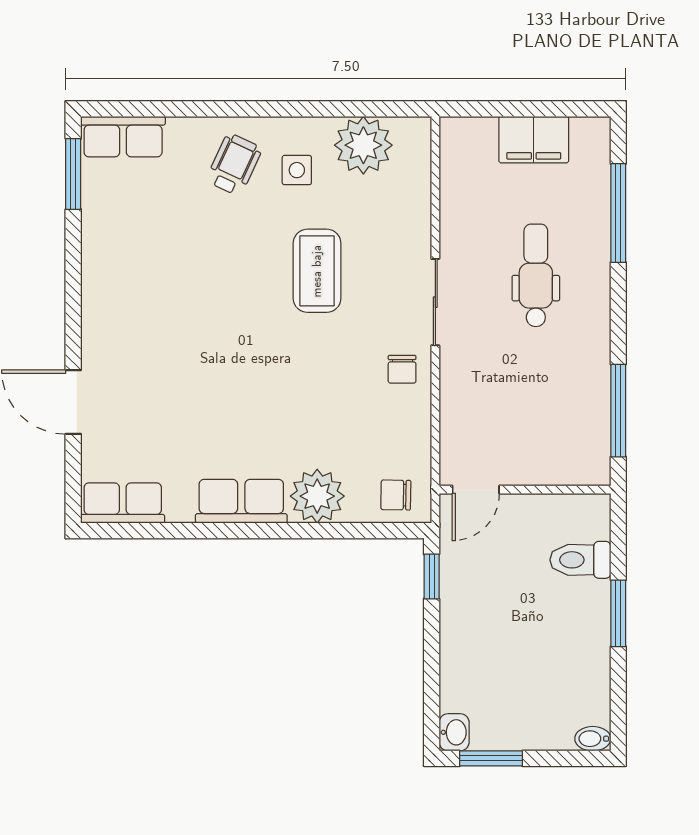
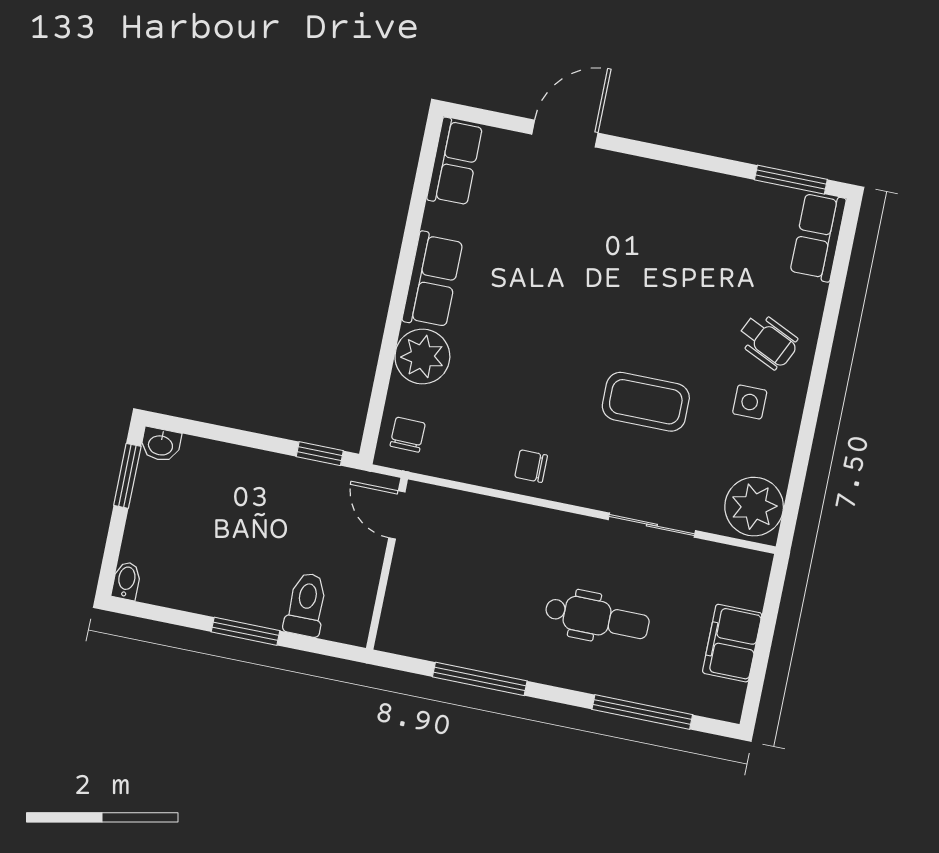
plant: (363, 145) -> (754, 507), moved
sliding door: (435, 302) -> (652, 525), moved
window: (618, 411) -> (480, 679), moved

